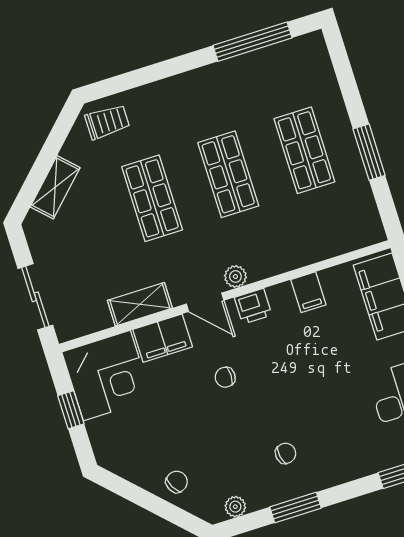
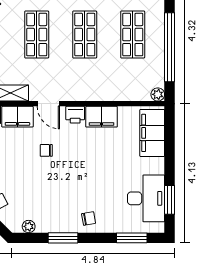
window: (369, 152) -> (170, 47), width x2.11
plant: (235, 276) -> (158, 94), moved
filing cabinet: (308, 292) -> (101, 117), width x2.00
chair: (286, 453) -> (89, 219), moved

